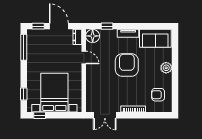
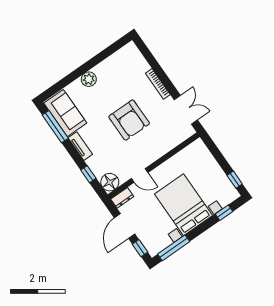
window: (151, 26) -> (55, 127), added
door: (84, 58) -> (140, 176), swing flipped
armchair: (127, 65) -> (129, 120), moved, turned -90
bed with nightstands: (54, 93) -> (184, 205), moved, turned 90
armchair: (158, 95) -> (124, 68), removed

